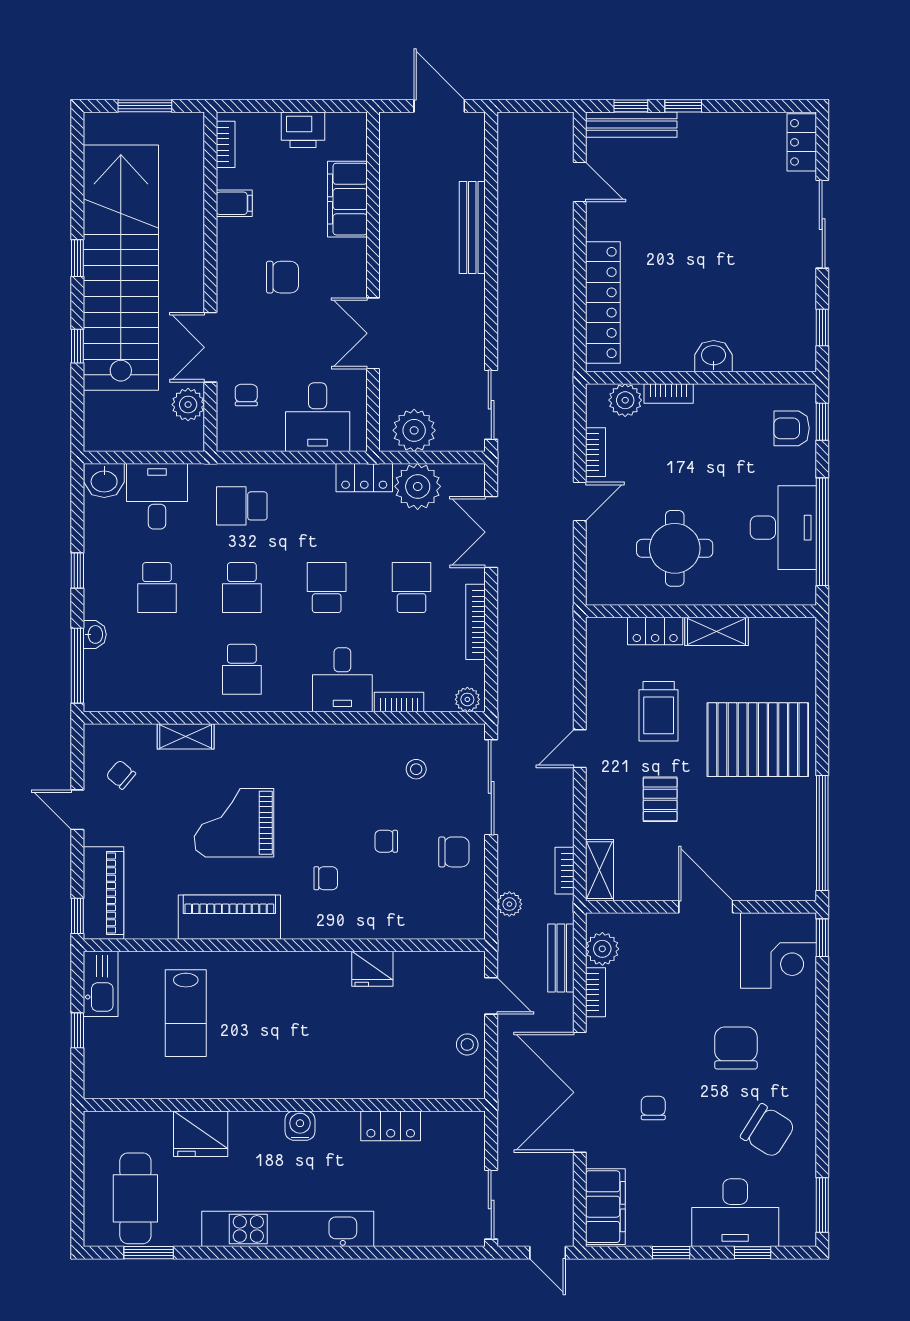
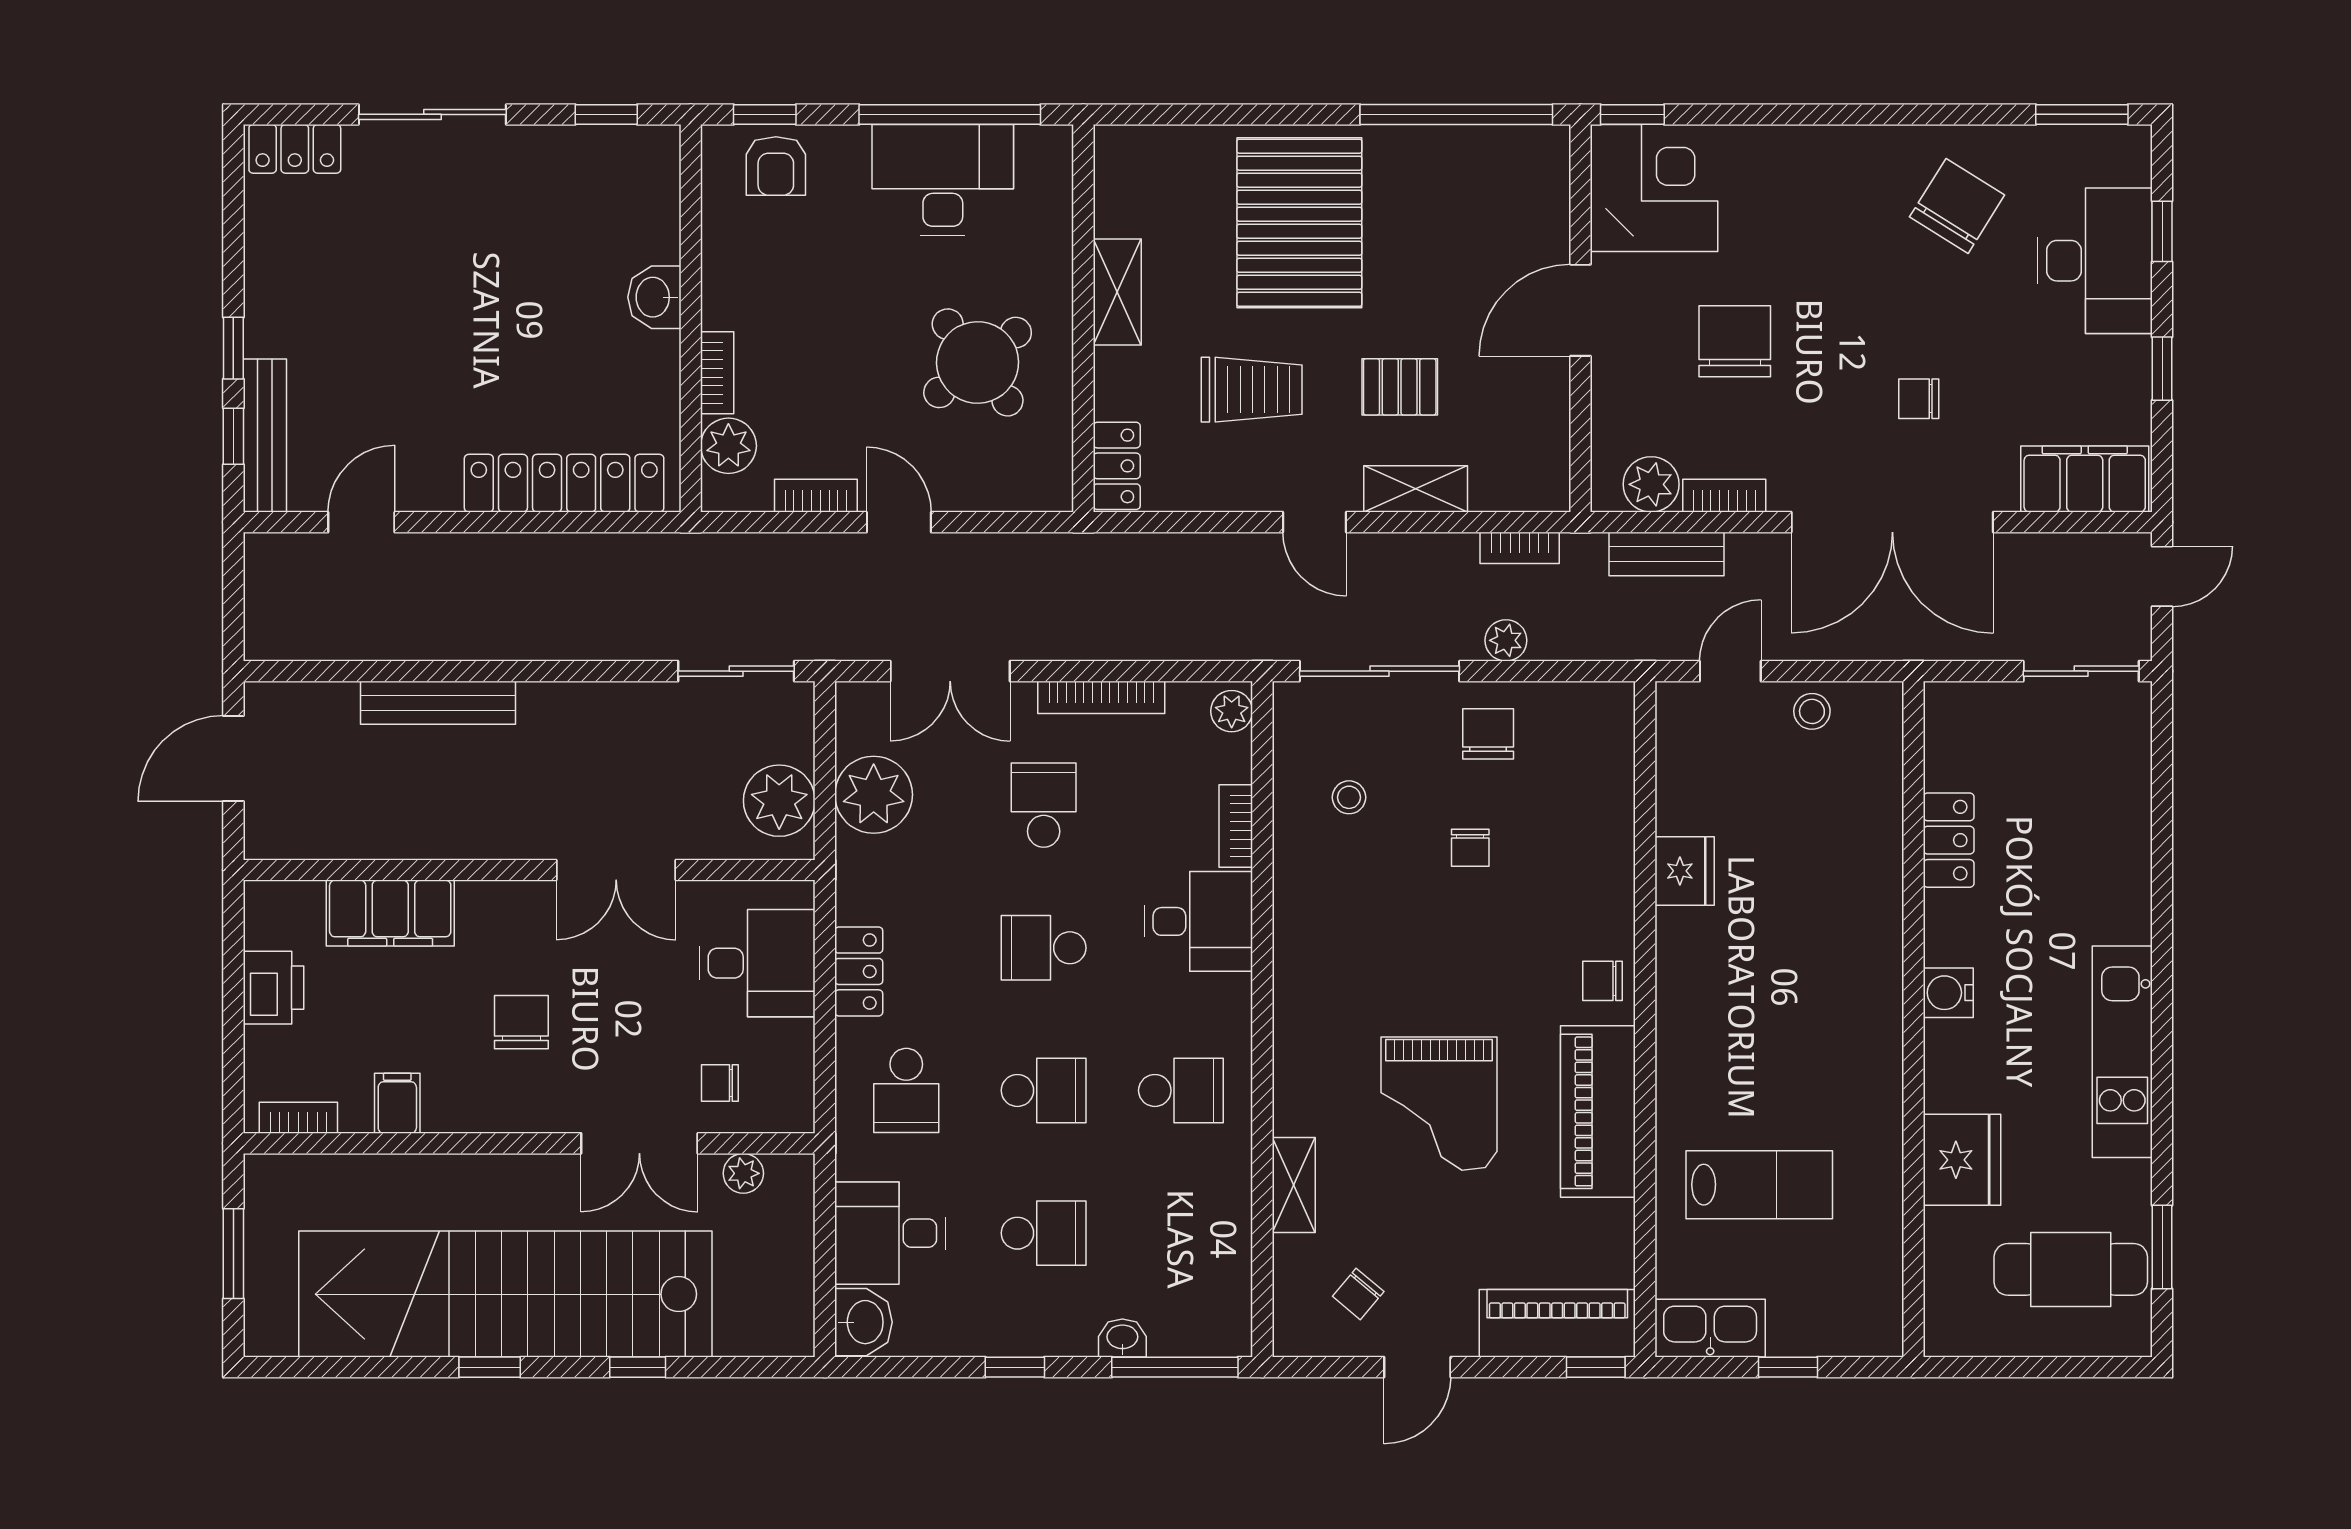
plant: (188, 405) -> (743, 1173), width x0.73, depth x0.73
locker: (364, 478) -> (859, 971), moved
round table: (675, 548) -> (978, 362), turned -38
school desk: (412, 588) -> (1044, 805), turned 90
locker: (655, 631) -> (1117, 466), moved
shelving: (600, 870) -> (1416, 489), moved
chair: (326, 878) -> (1603, 981), moved, turned -90
plant: (509, 904) -> (1506, 640), moved
chair: (736, 1048) -> (1735, 341), moved, turned 90
kitchen unit: (288, 1229) -> (2122, 1052), width x0.73

